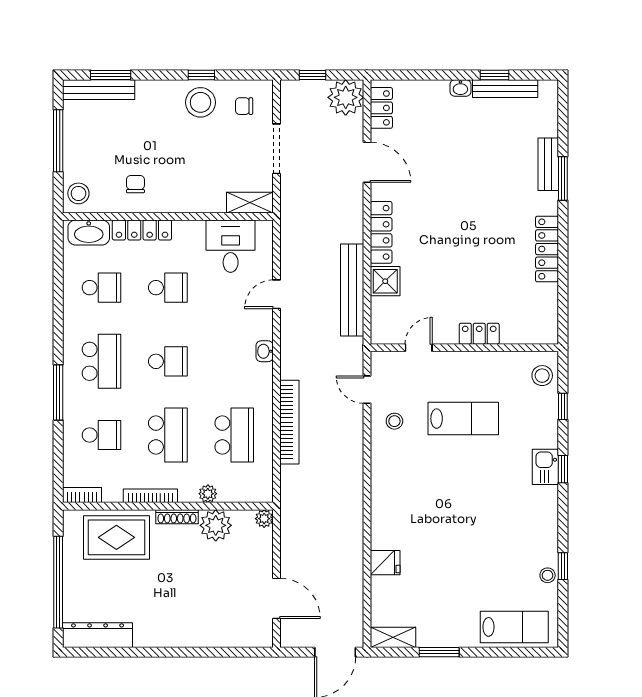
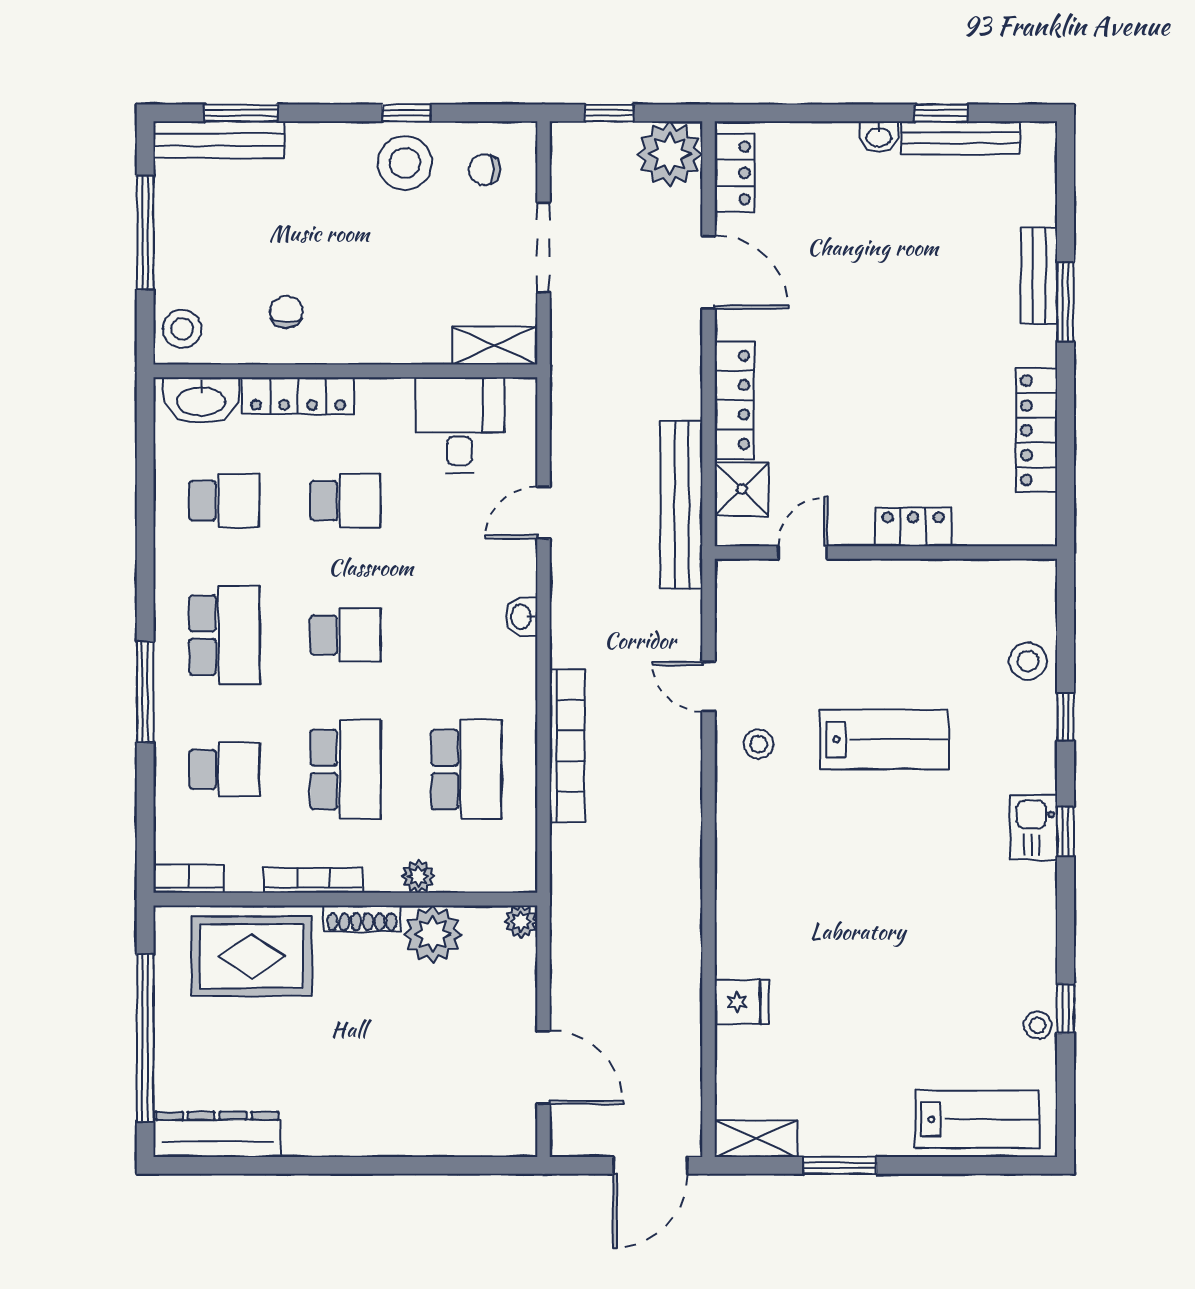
locker: (479, 334) -> (913, 527), moved
door: (419, 348) -> (803, 552), moved
wall: (464, 348) -> (886, 552), moved

